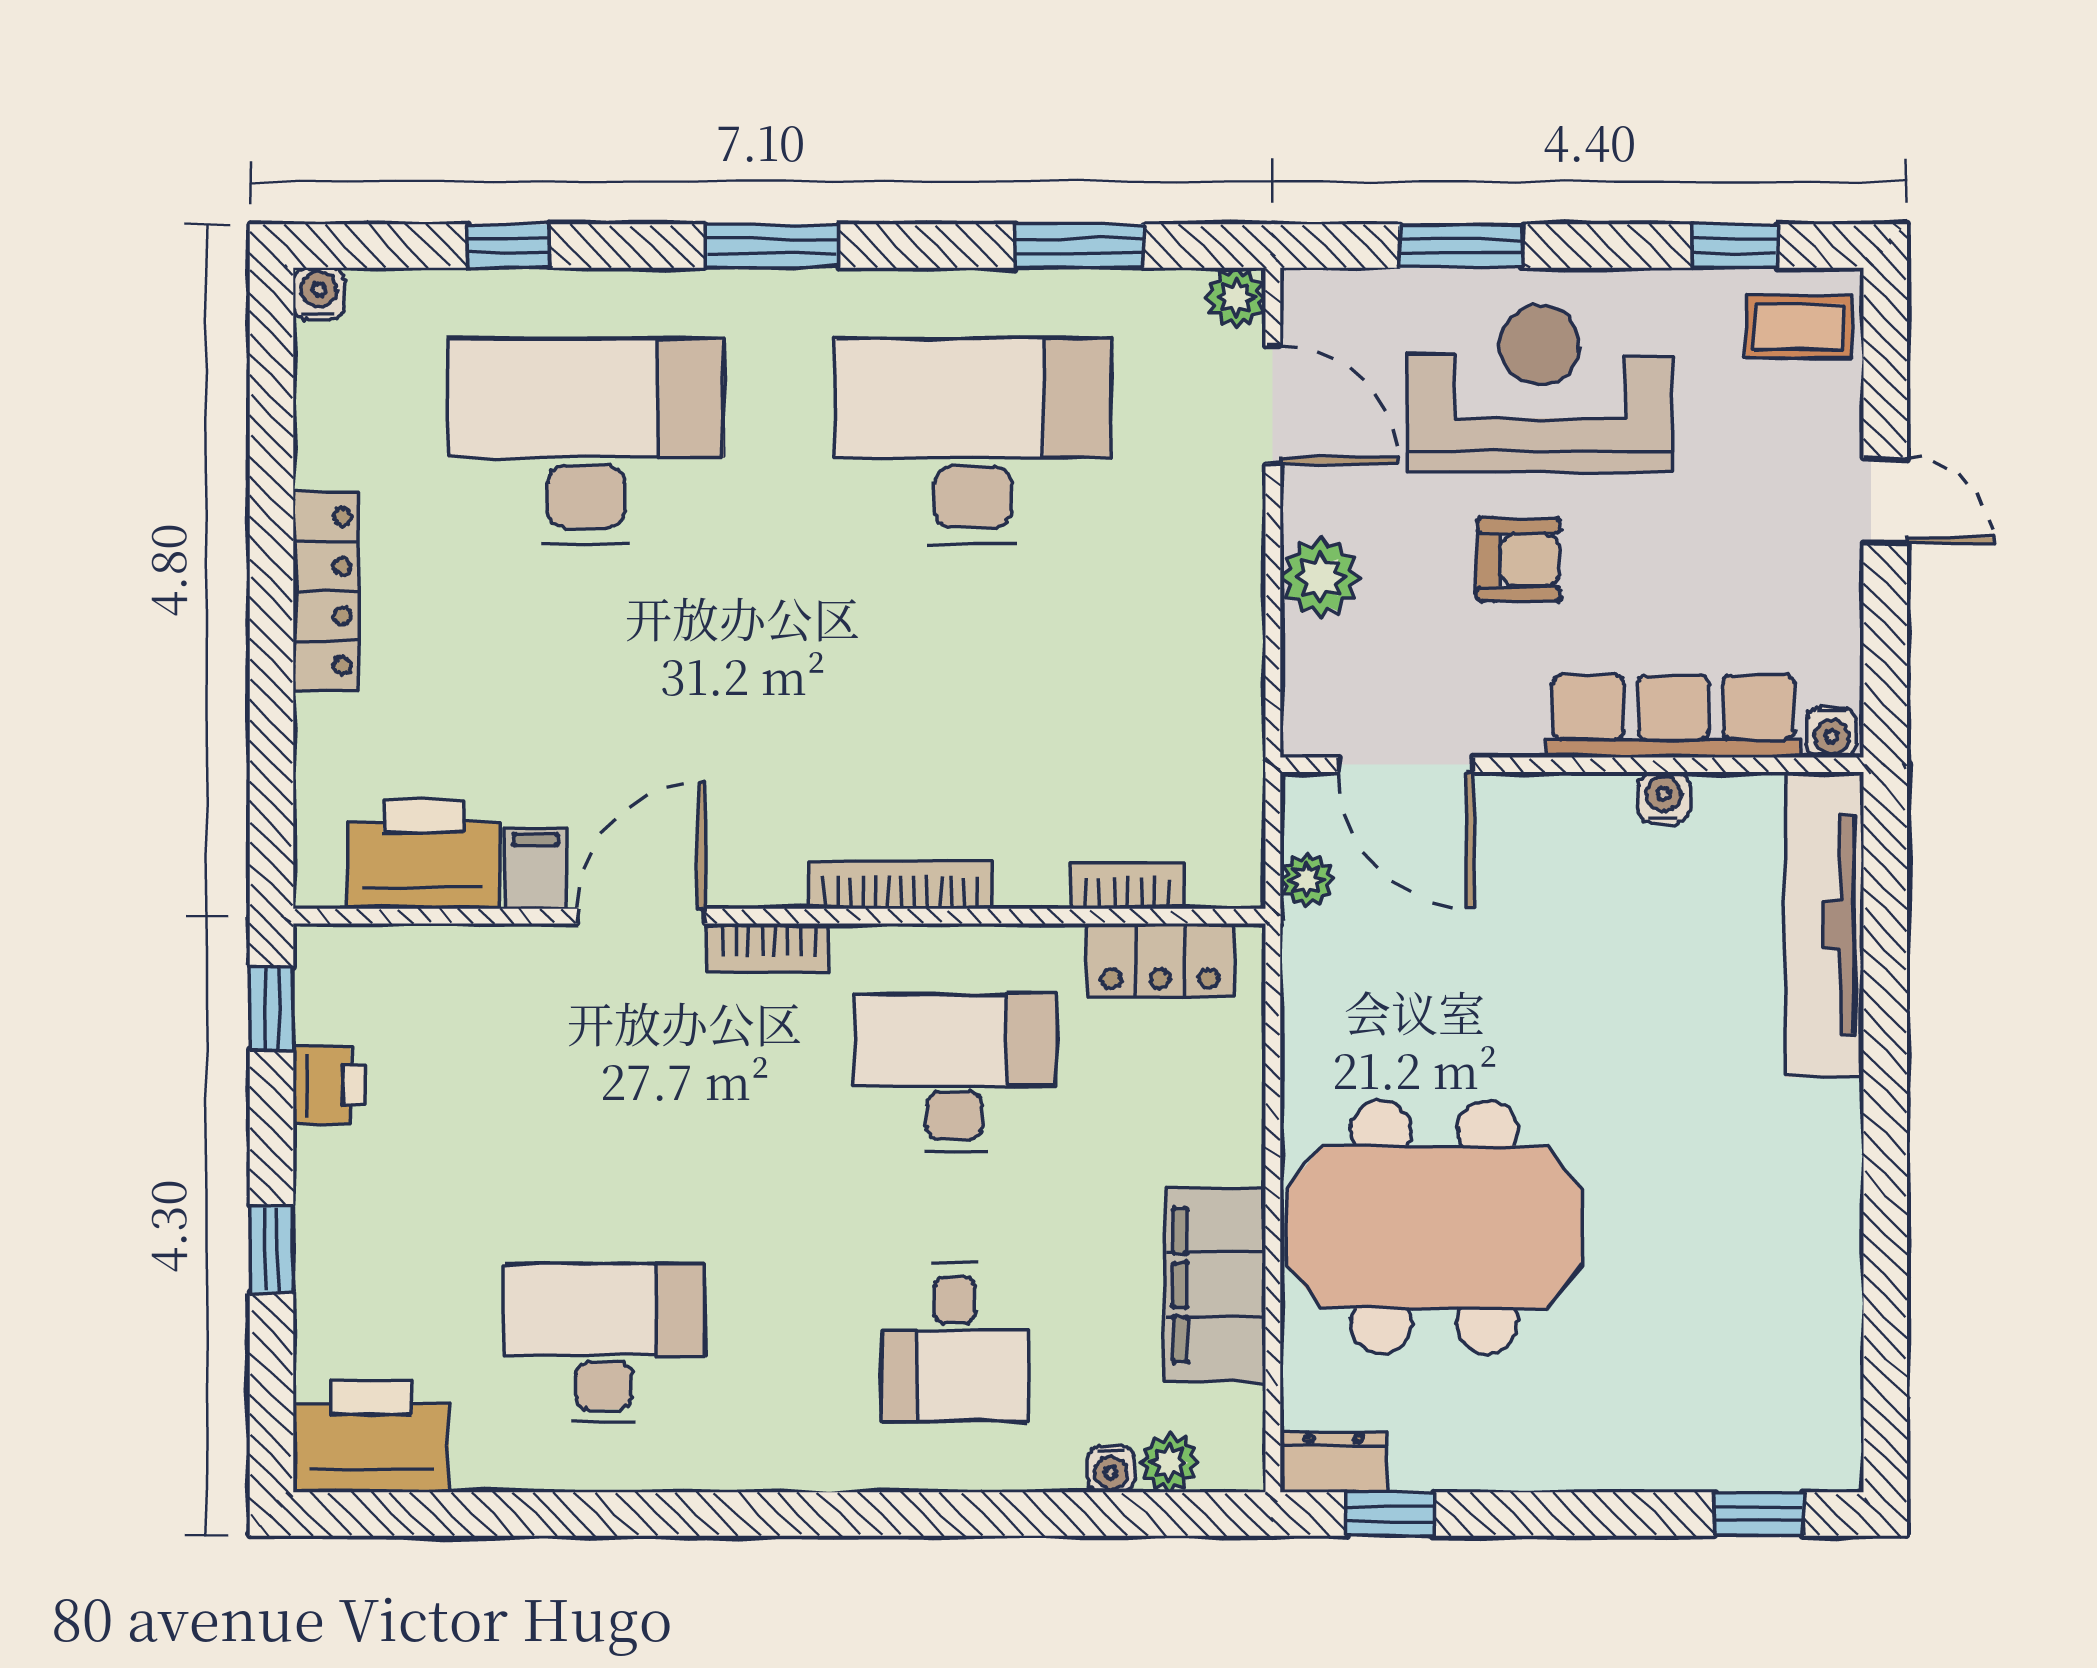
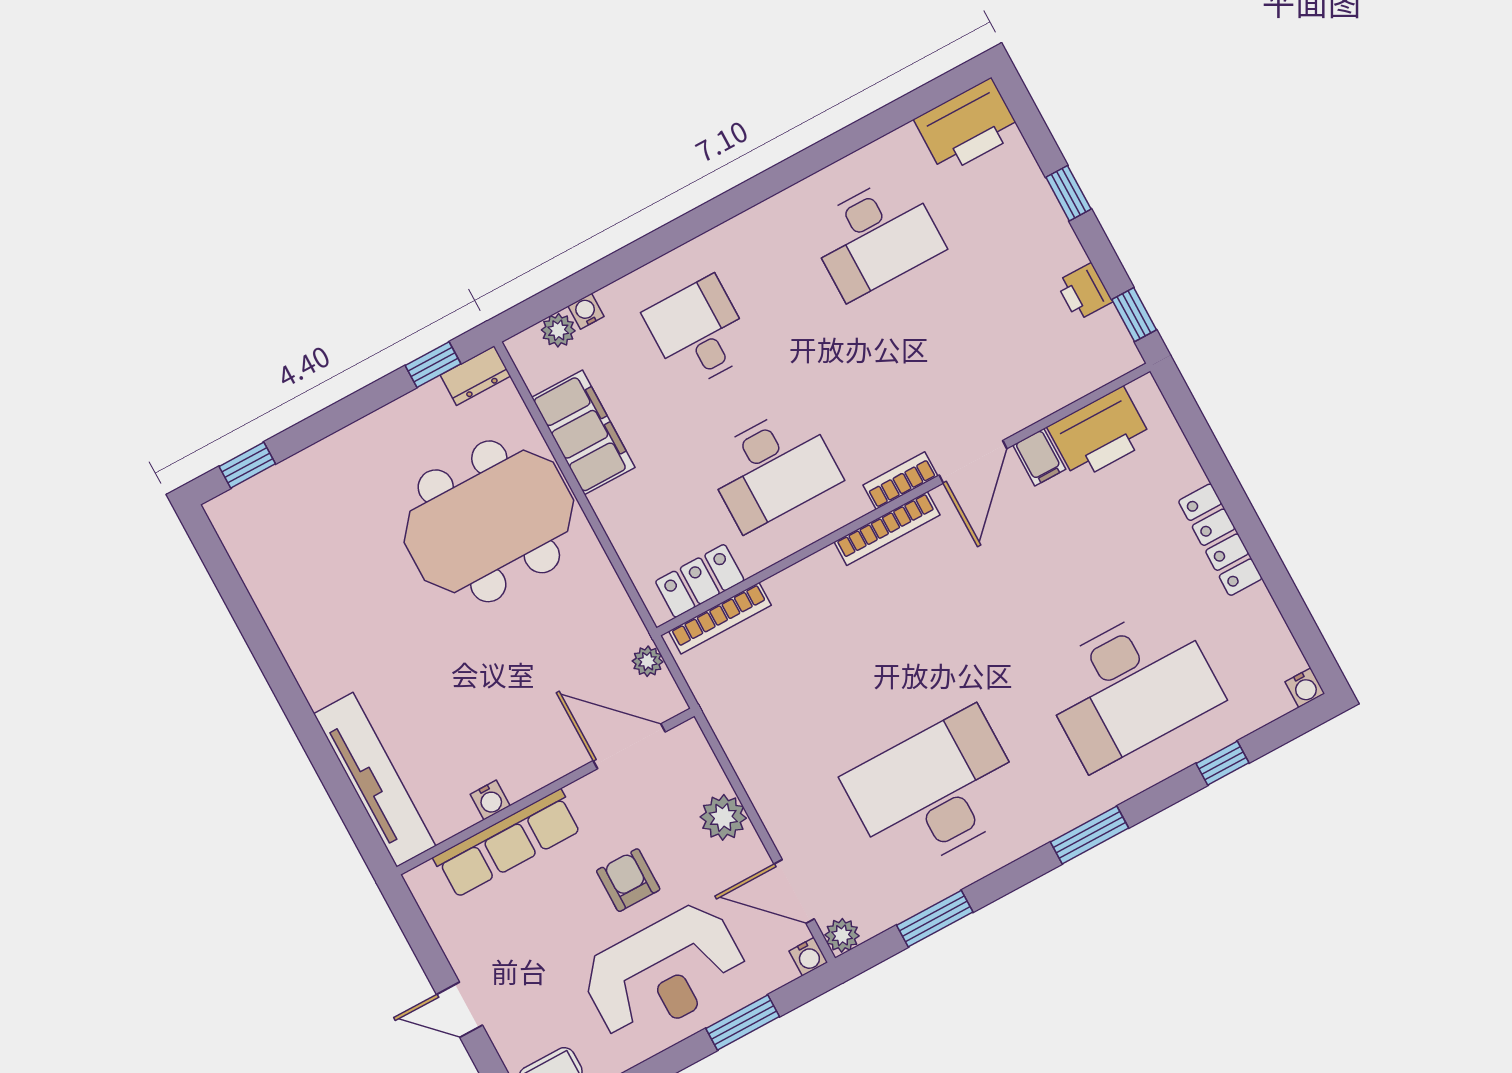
desk: (973, 441) -> (935, 791), turned 180
armchair: (1518, 560) -> (628, 880), turned 90
water cooler: (1832, 732) -> (808, 957), moved, turned 180
bookcase: (901, 885) -> (887, 528), moved
bookcase: (1127, 886) -> (720, 618), width x1.56

